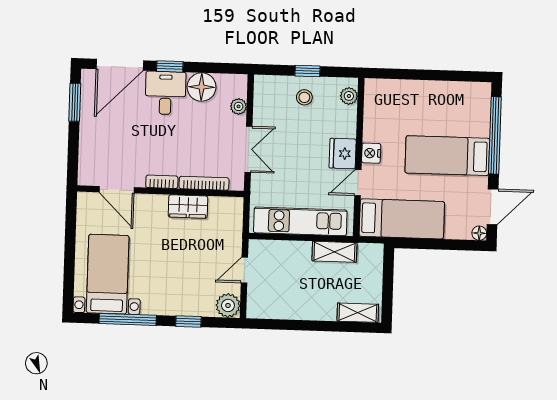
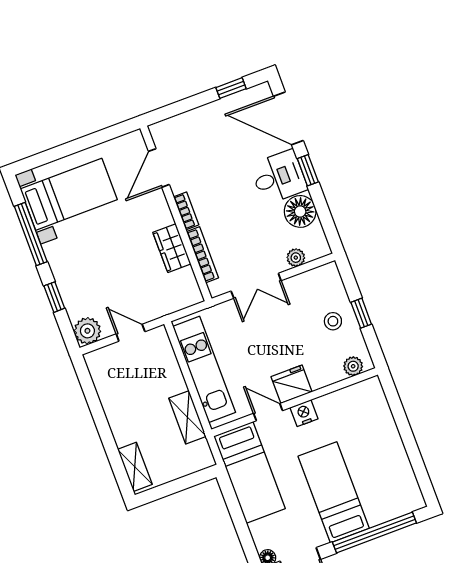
window: (75, 102) -> (231, 88), width x0.67

